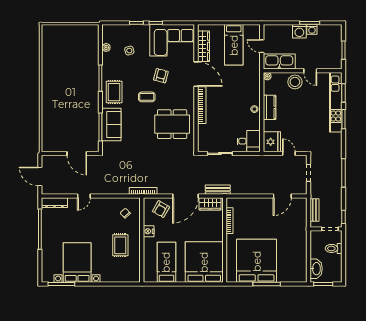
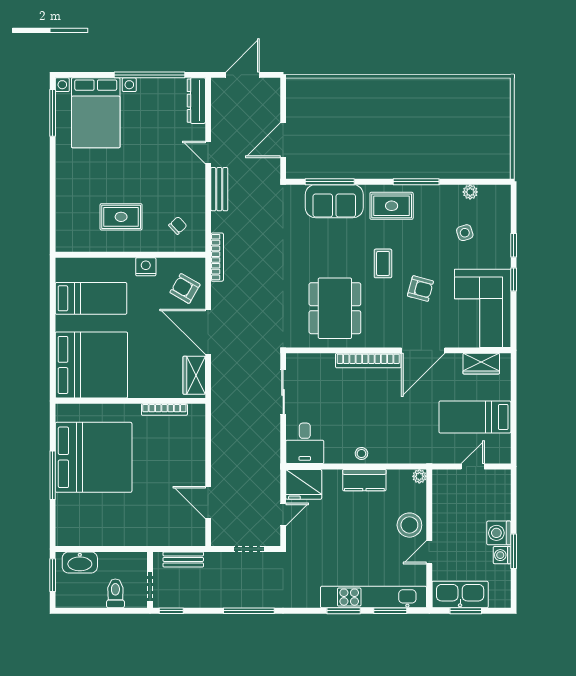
wardrobe: (203, 46) -> (481, 364), width x0.67
kitchen sink: (279, 61) -> (460, 595), moved, turned -90
bench: (218, 190) -> (219, 189), moved
bed with nightstands: (77, 263) -> (96, 113), moved, turned 90

